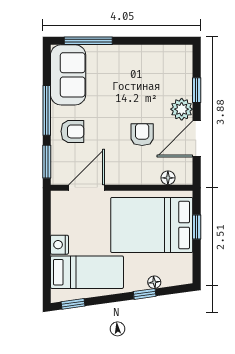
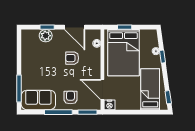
plant: (182, 109) -> (46, 36), moved
nightstand: (59, 245) -> (109, 105), moved

